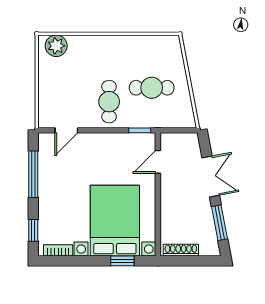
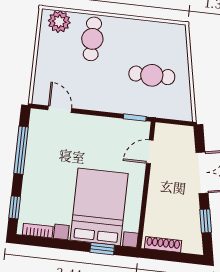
cafe table: (109, 102) -> (92, 39), moved
door: (66, 130) -> (60, 109), swing flipped
window: (220, 223) -> (206, 221), width x0.67

